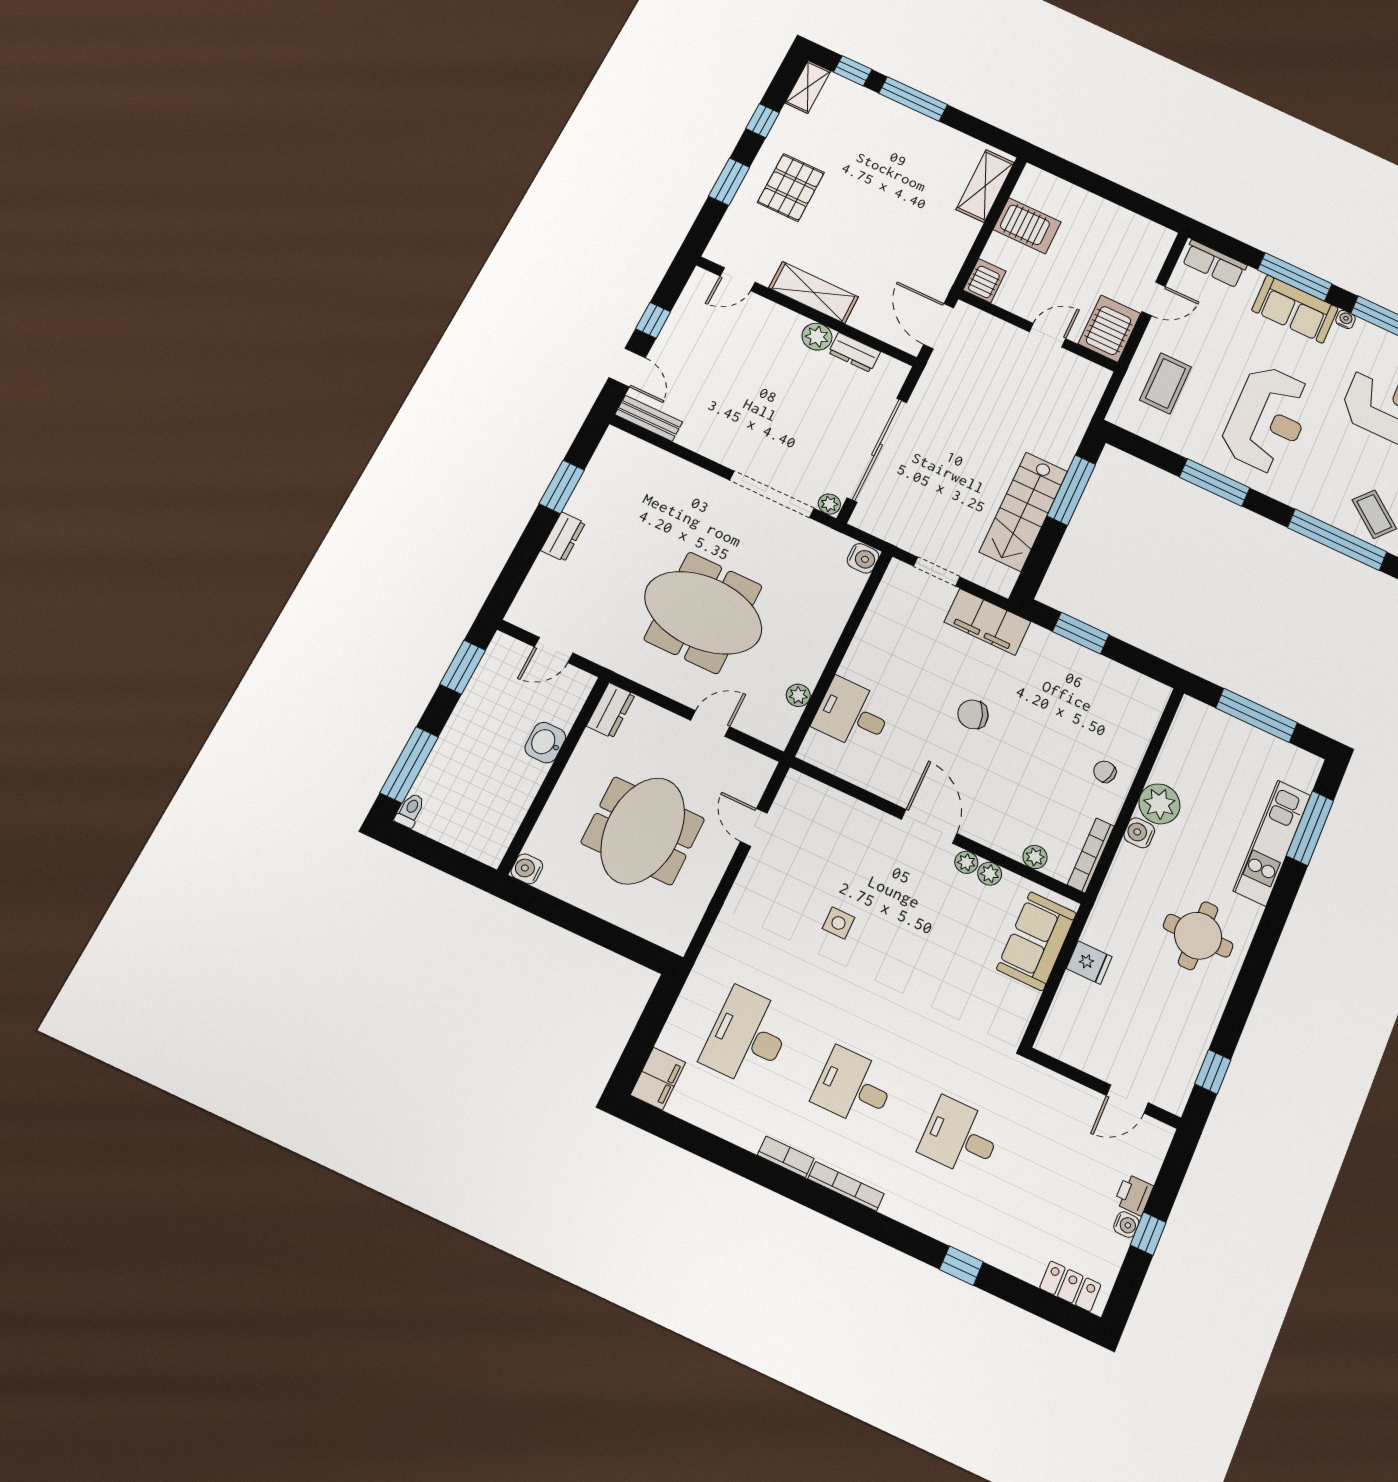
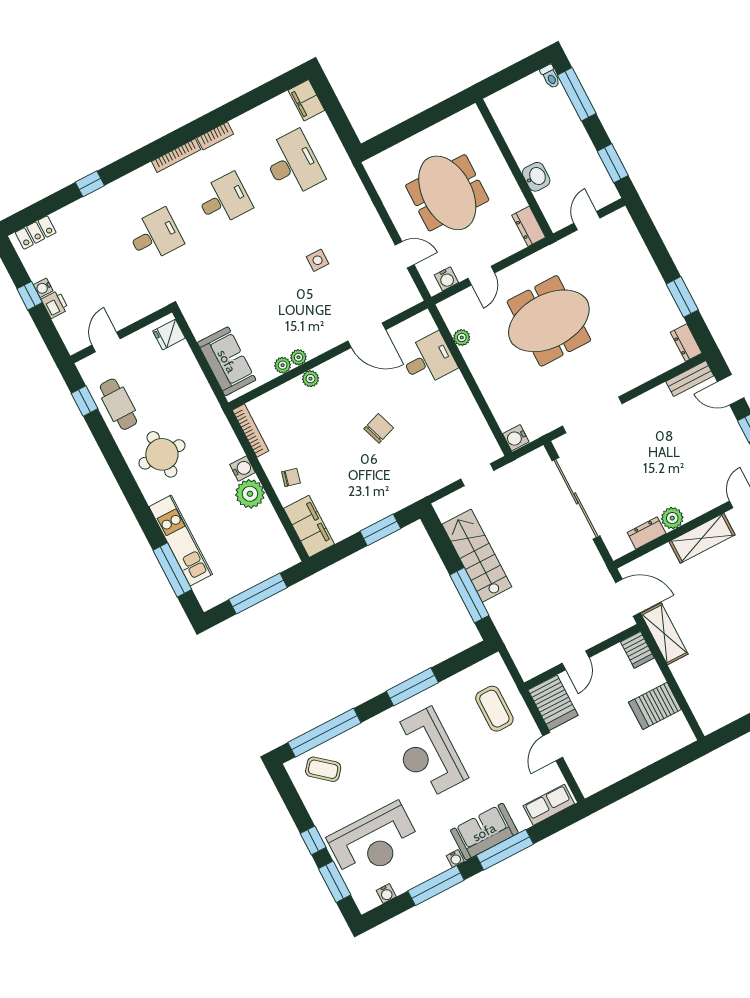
shelving: (985, 186) -> (664, 634), moved
plant: (829, 504) -> (563, 444), removed
dresser: (563, 537) -> (686, 343), moved
filing cabinet: (987, 622) -> (309, 526), moved, turned 90
door: (929, 826) -> (367, 335), moved
plant: (1035, 857) -> (310, 379), moved
water cooler: (527, 869) -> (446, 279), moved, turned 90
fridge: (1089, 963) -> (169, 335), moved
cafe table: (1184, 1029) -> (118, 404), added

